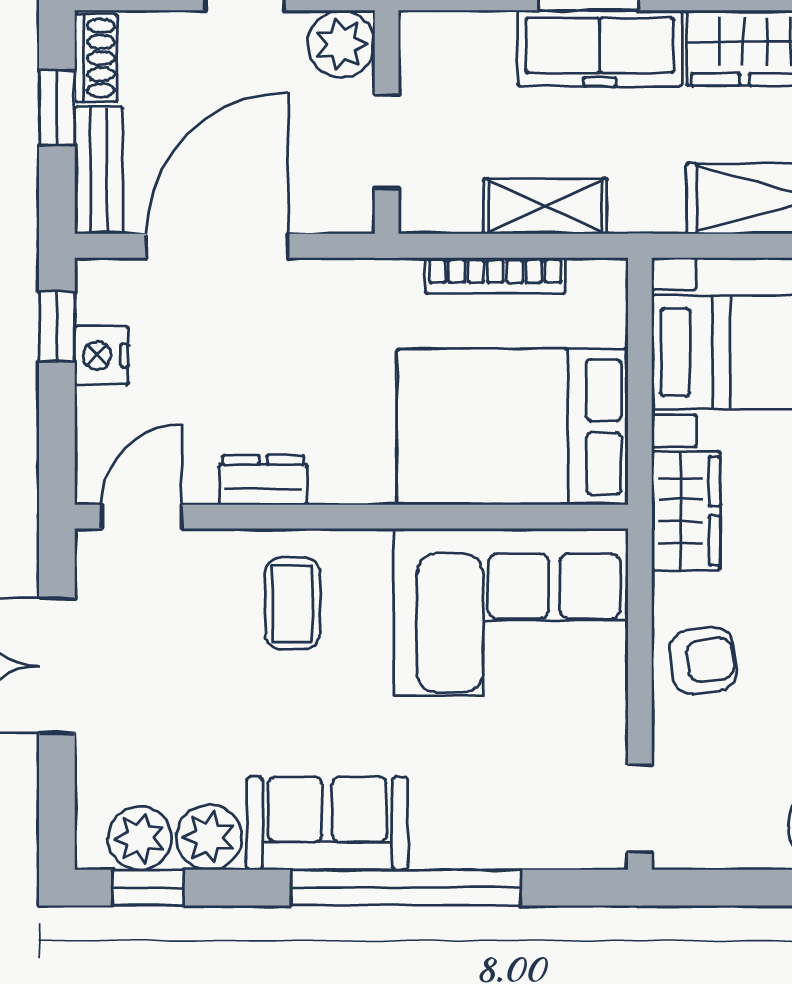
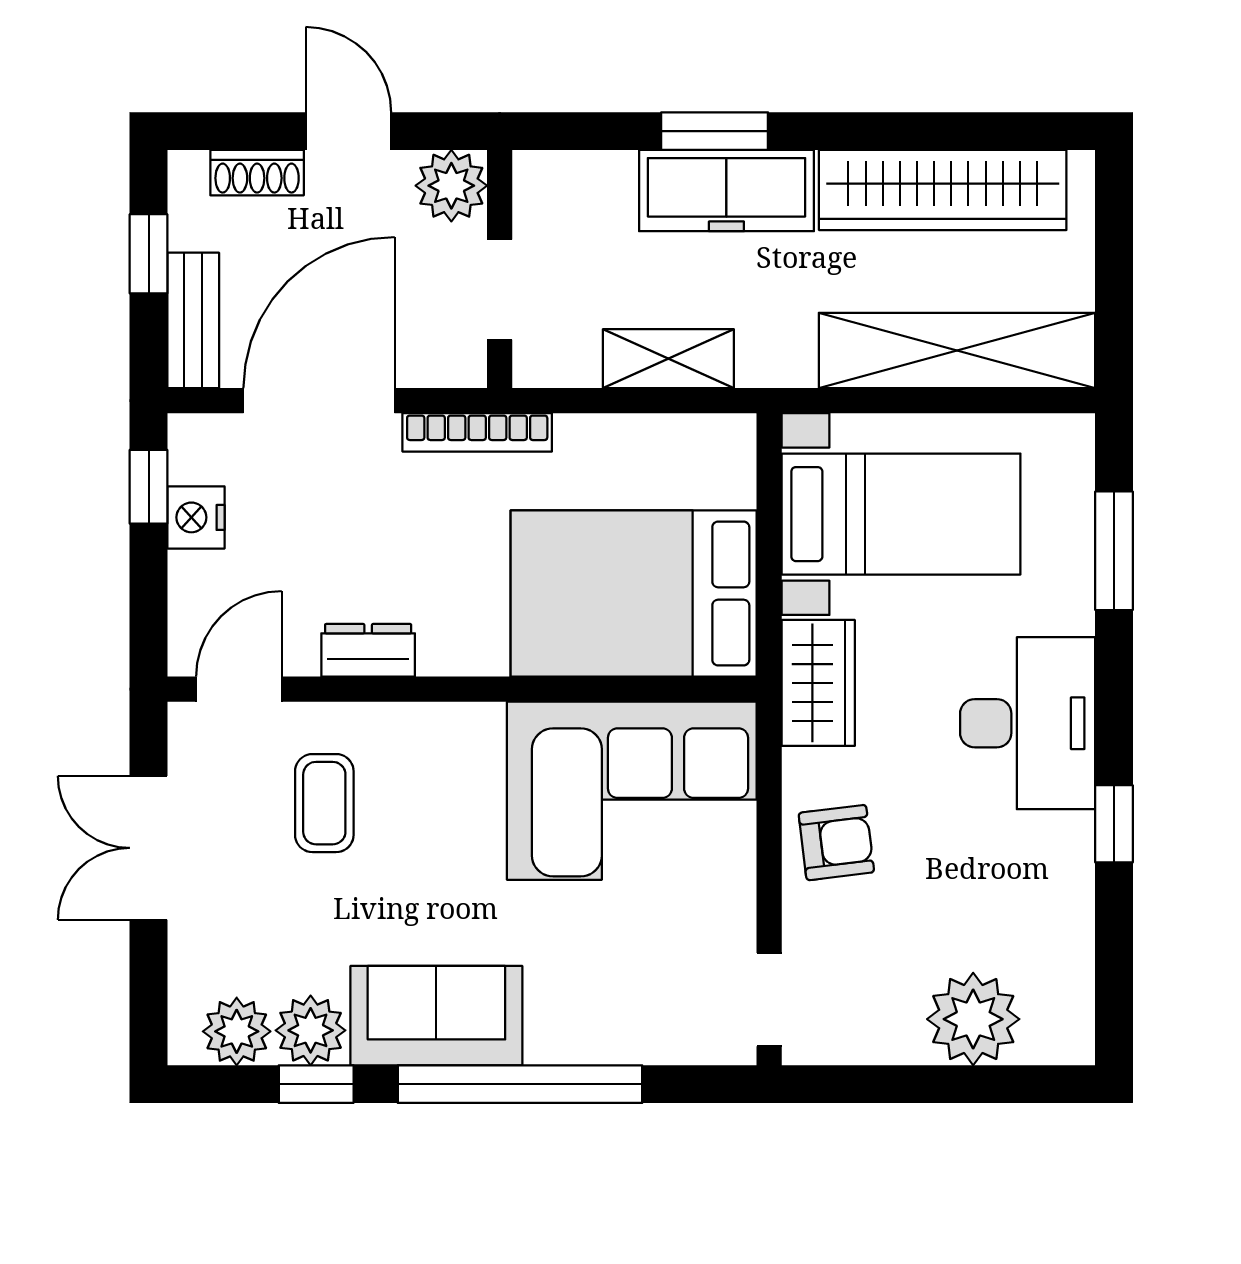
shoe rack: (96, 58) -> (257, 173), moved, turned 90
bookcase: (495, 276) -> (477, 432), moved
coffee table: (292, 603) -> (324, 803), moved
window: (148, 888) -> (316, 1084), moved

